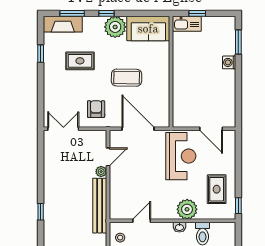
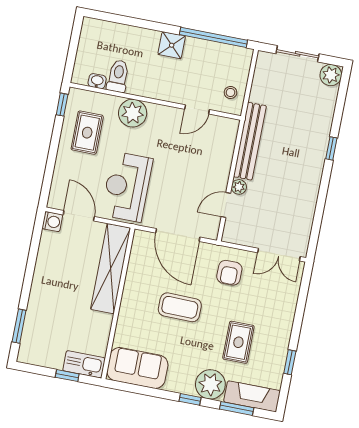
plant: (115, 27) -> (210, 384), moved
rug: (80, 61) -> (238, 342), turned 90
washing machine: (229, 62) -> (52, 222), moved
shelving: (181, 96) -> (111, 269), added
washbasin: (179, 227) -> (97, 81), moved

